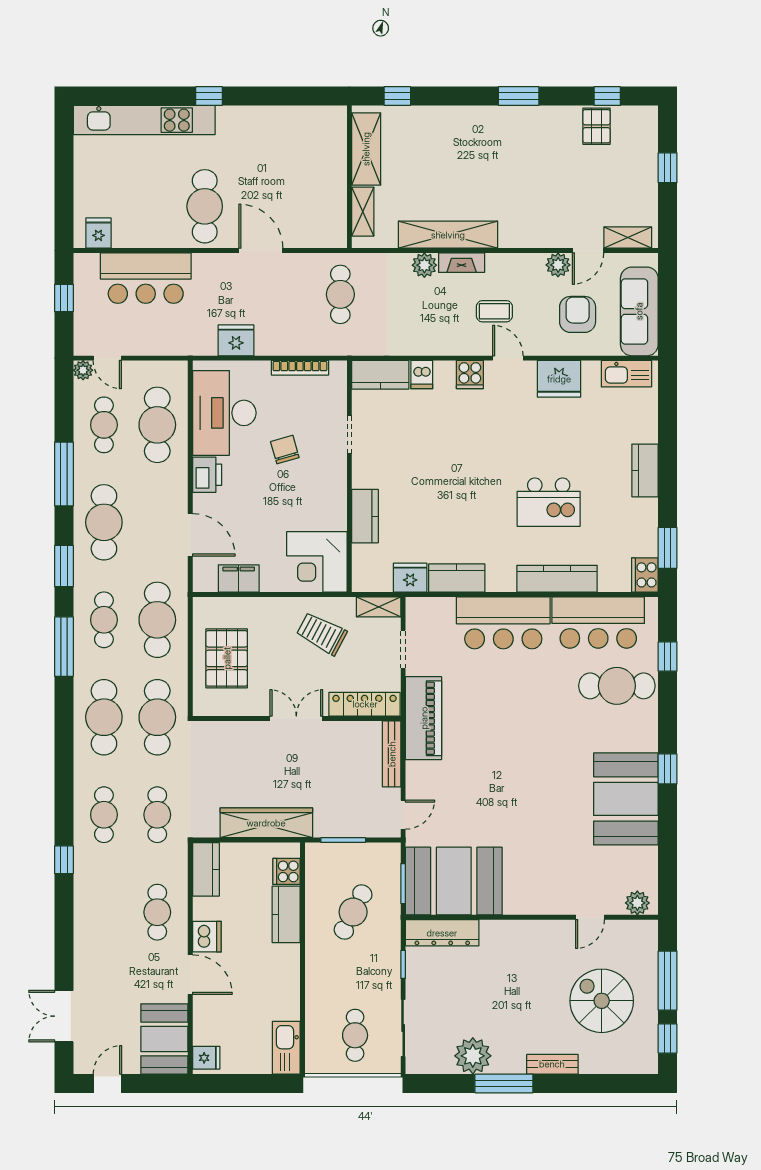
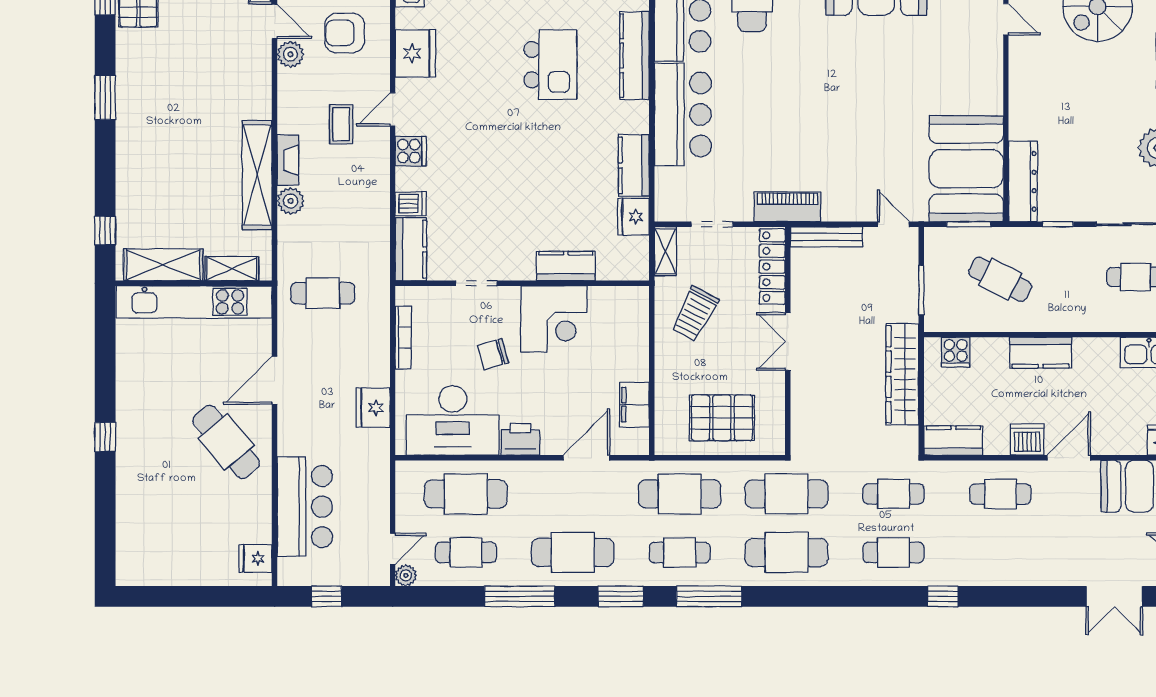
kitchen unit: (144, 120) -> (194, 302), moved, turned 90
cafe table: (205, 206) -> (226, 442), turned 50
corner desk: (317, 562) -> (554, 319), moved
piano: (424, 718) -> (788, 207), width x0.73, depth x0.75
kitchen counter: (286, 914) -> (1041, 353), moved

